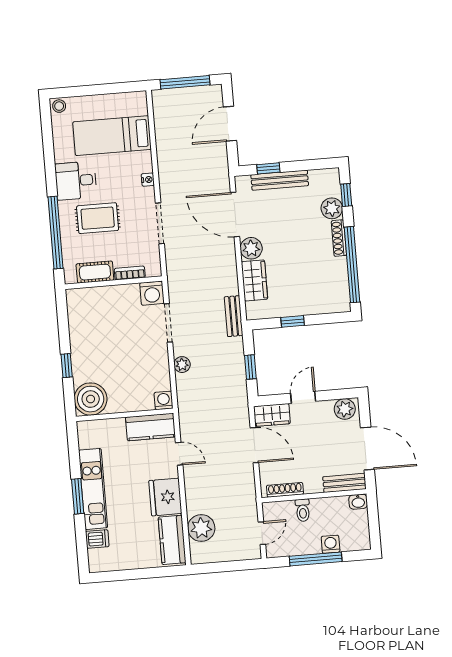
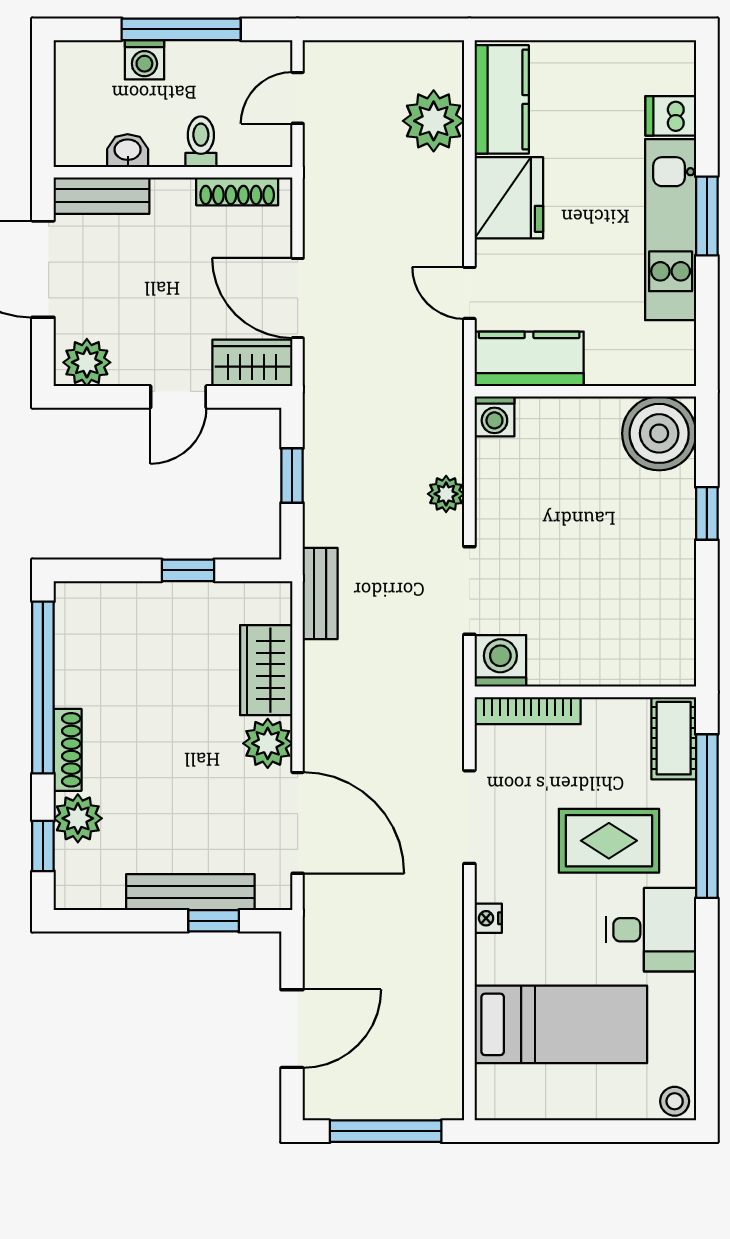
cot: (95, 272) -> (674, 738), moved, turned 90
bookcase: (130, 273) -> (528, 711), width x1.56
washbasin: (358, 502) -> (128, 151), moved

